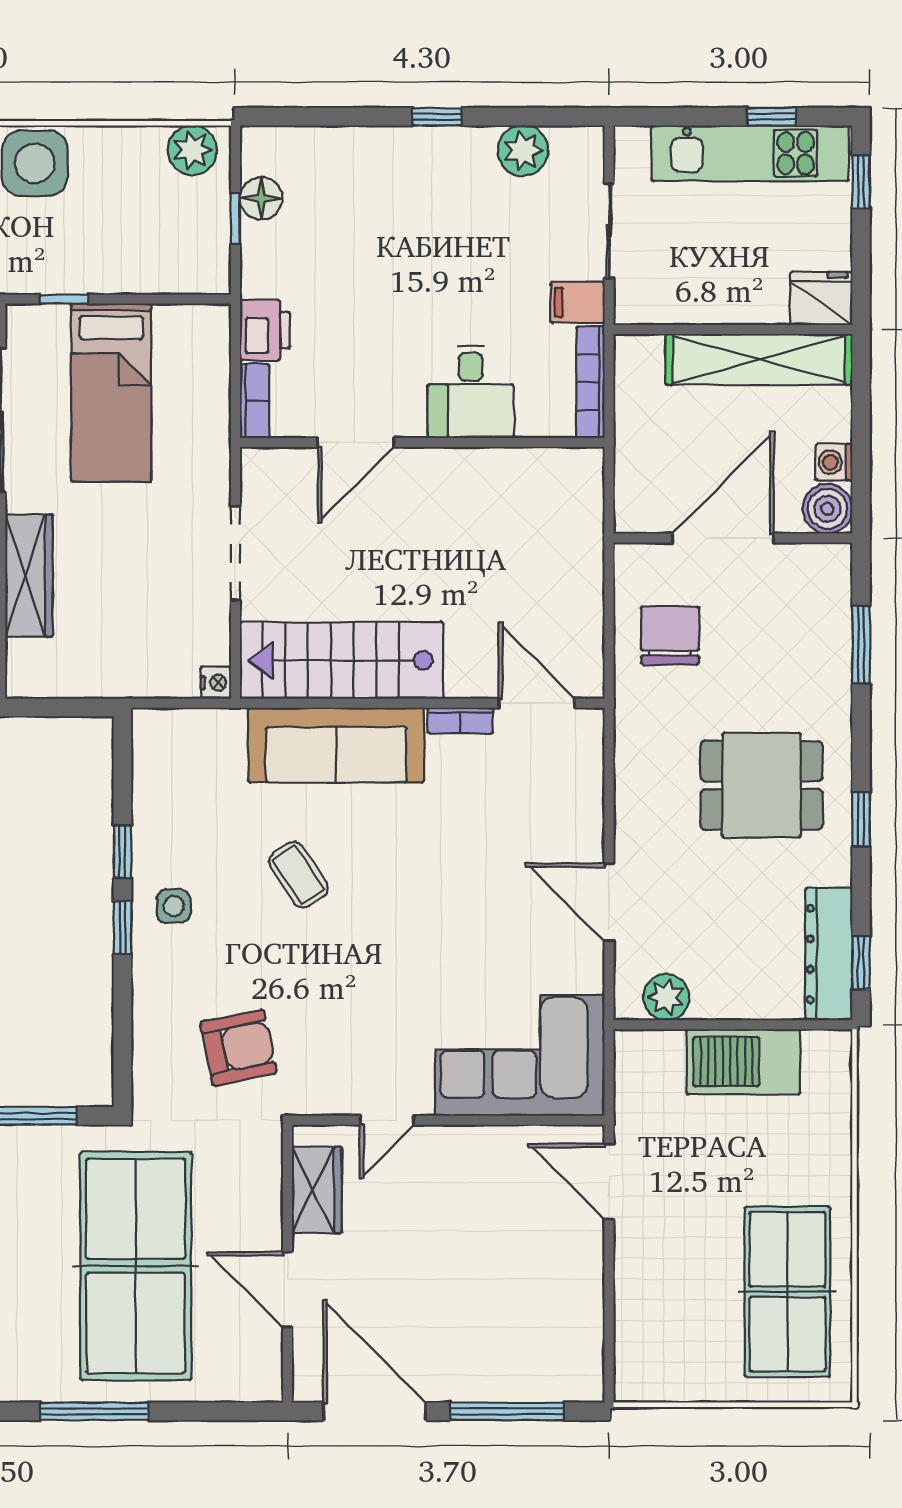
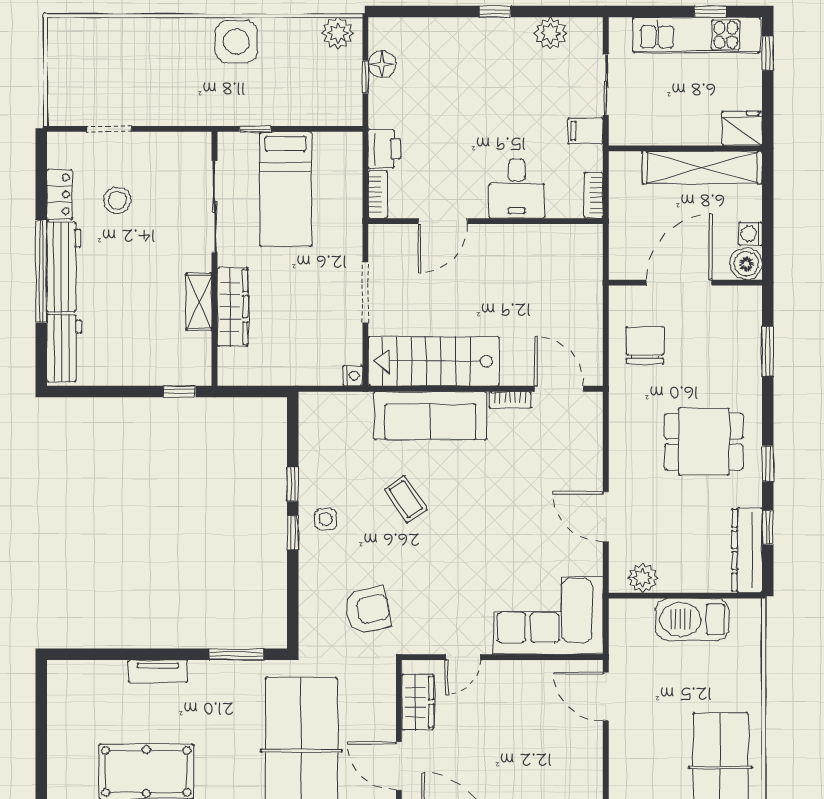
bookcase: (590, 382) -> (594, 195), width x0.64
window: (861, 963) -> (768, 527), moved

